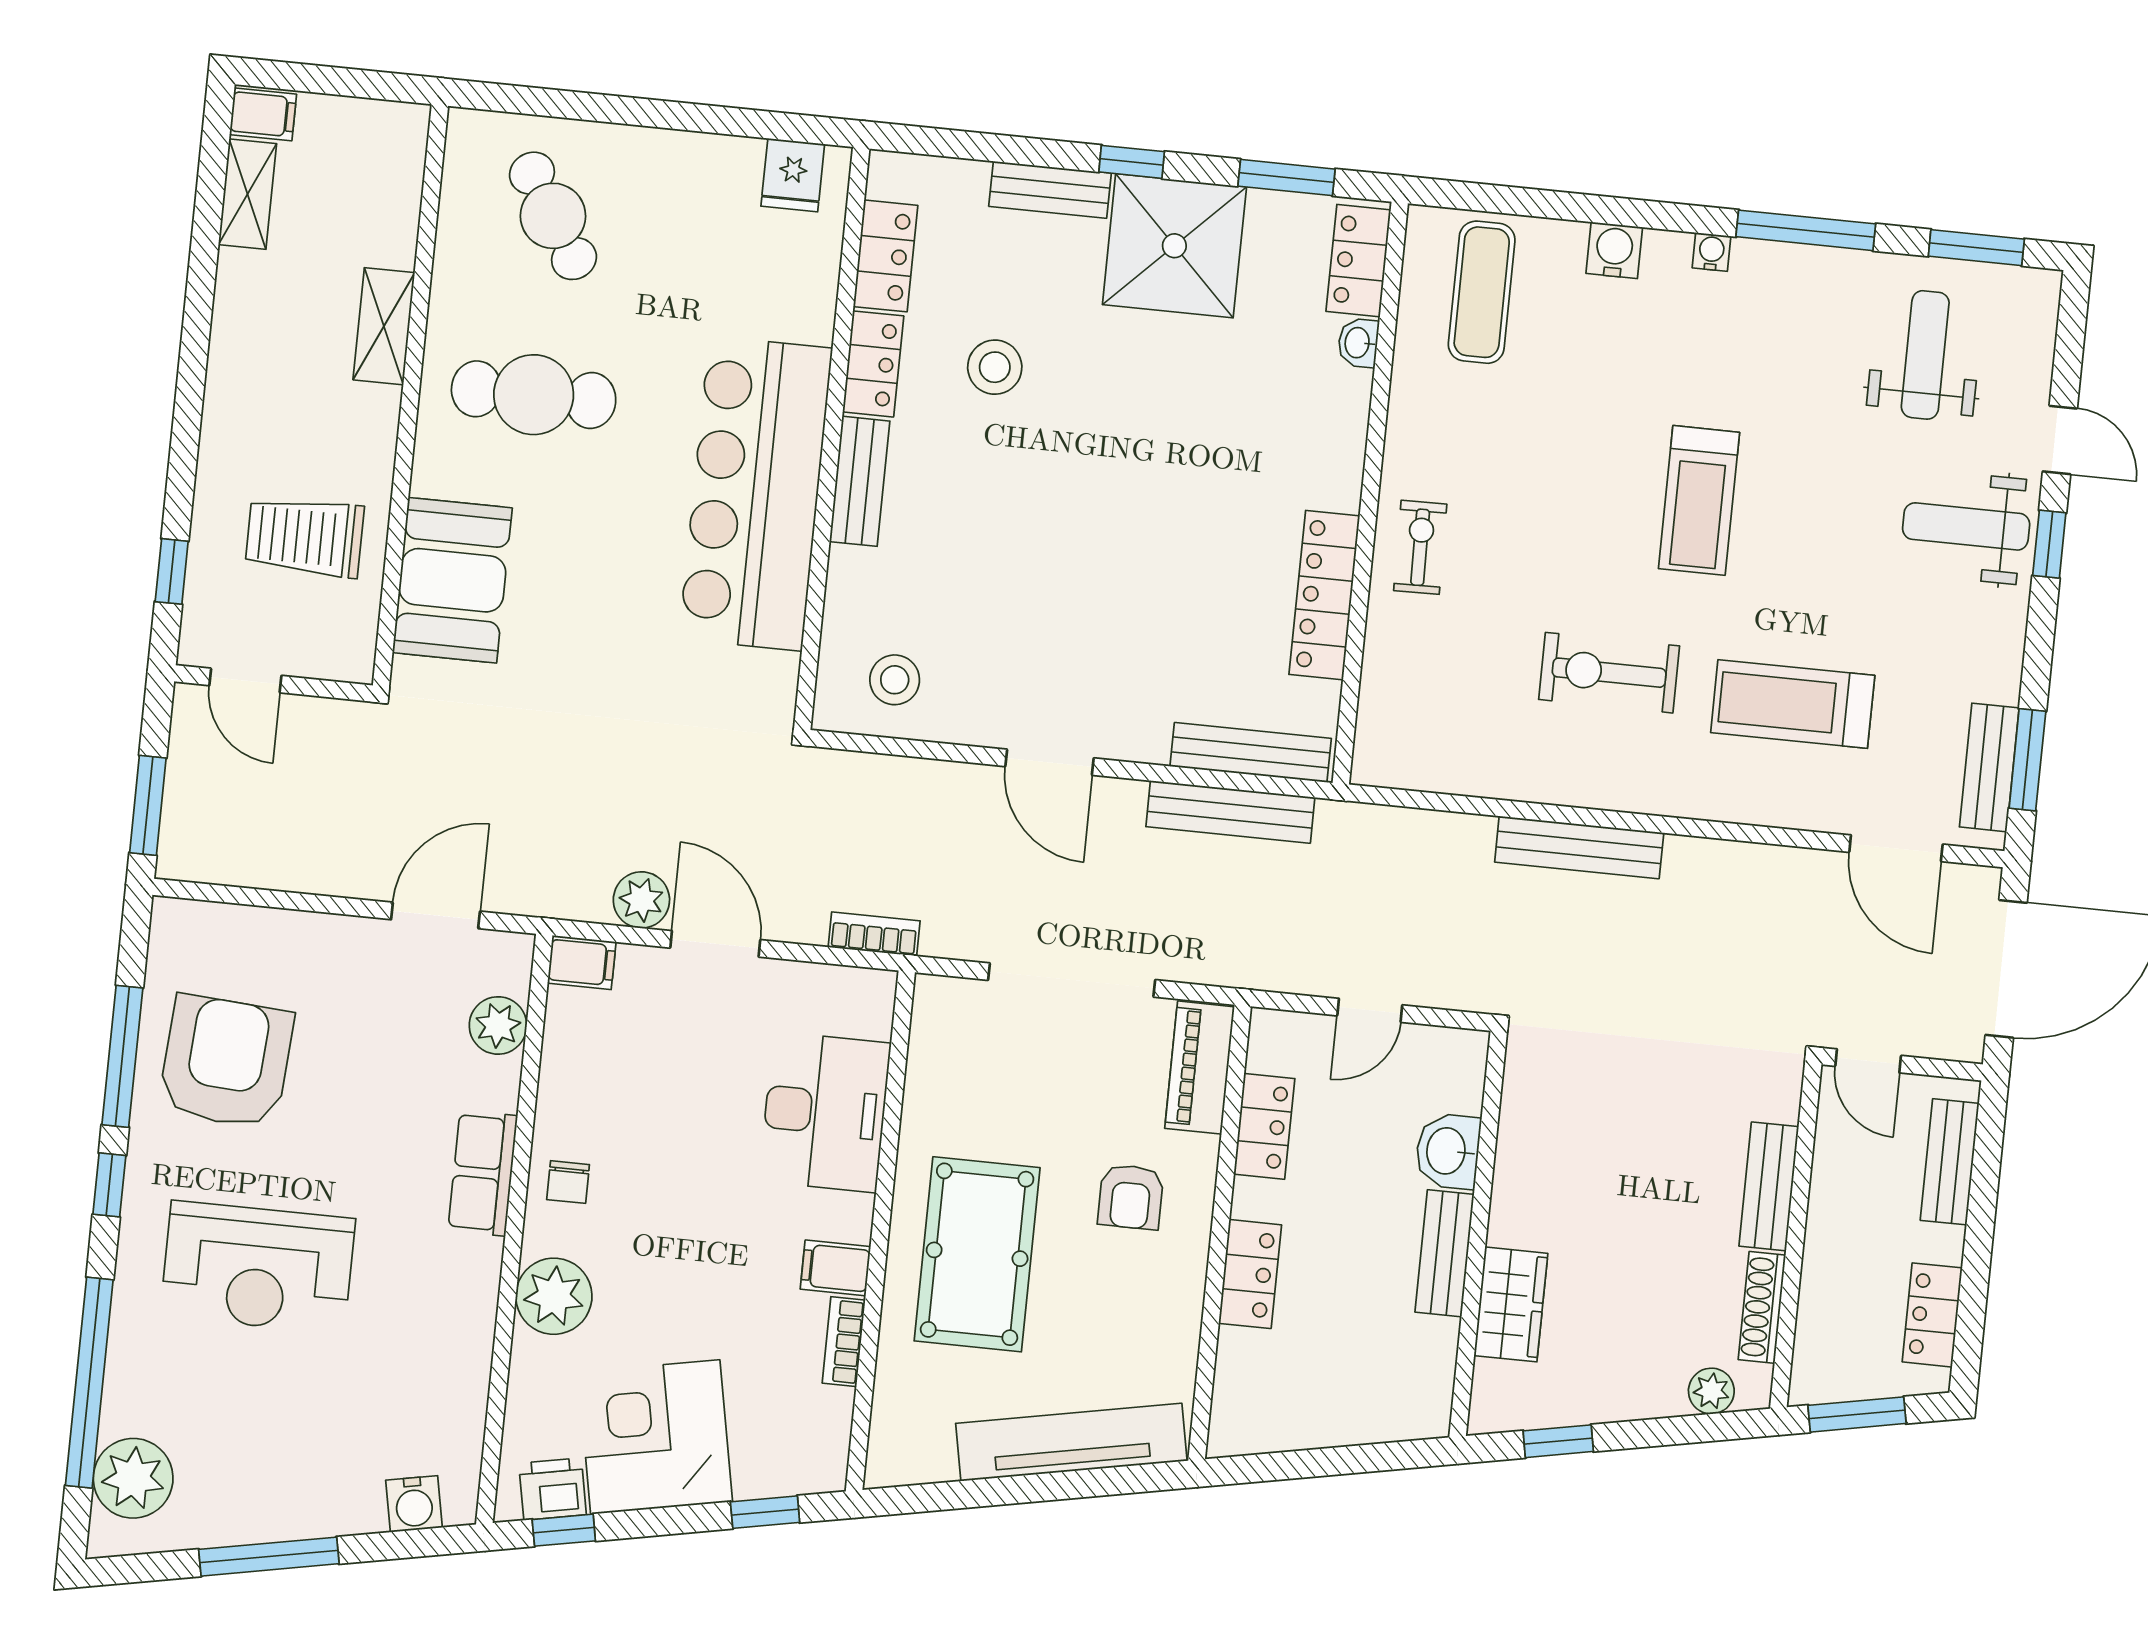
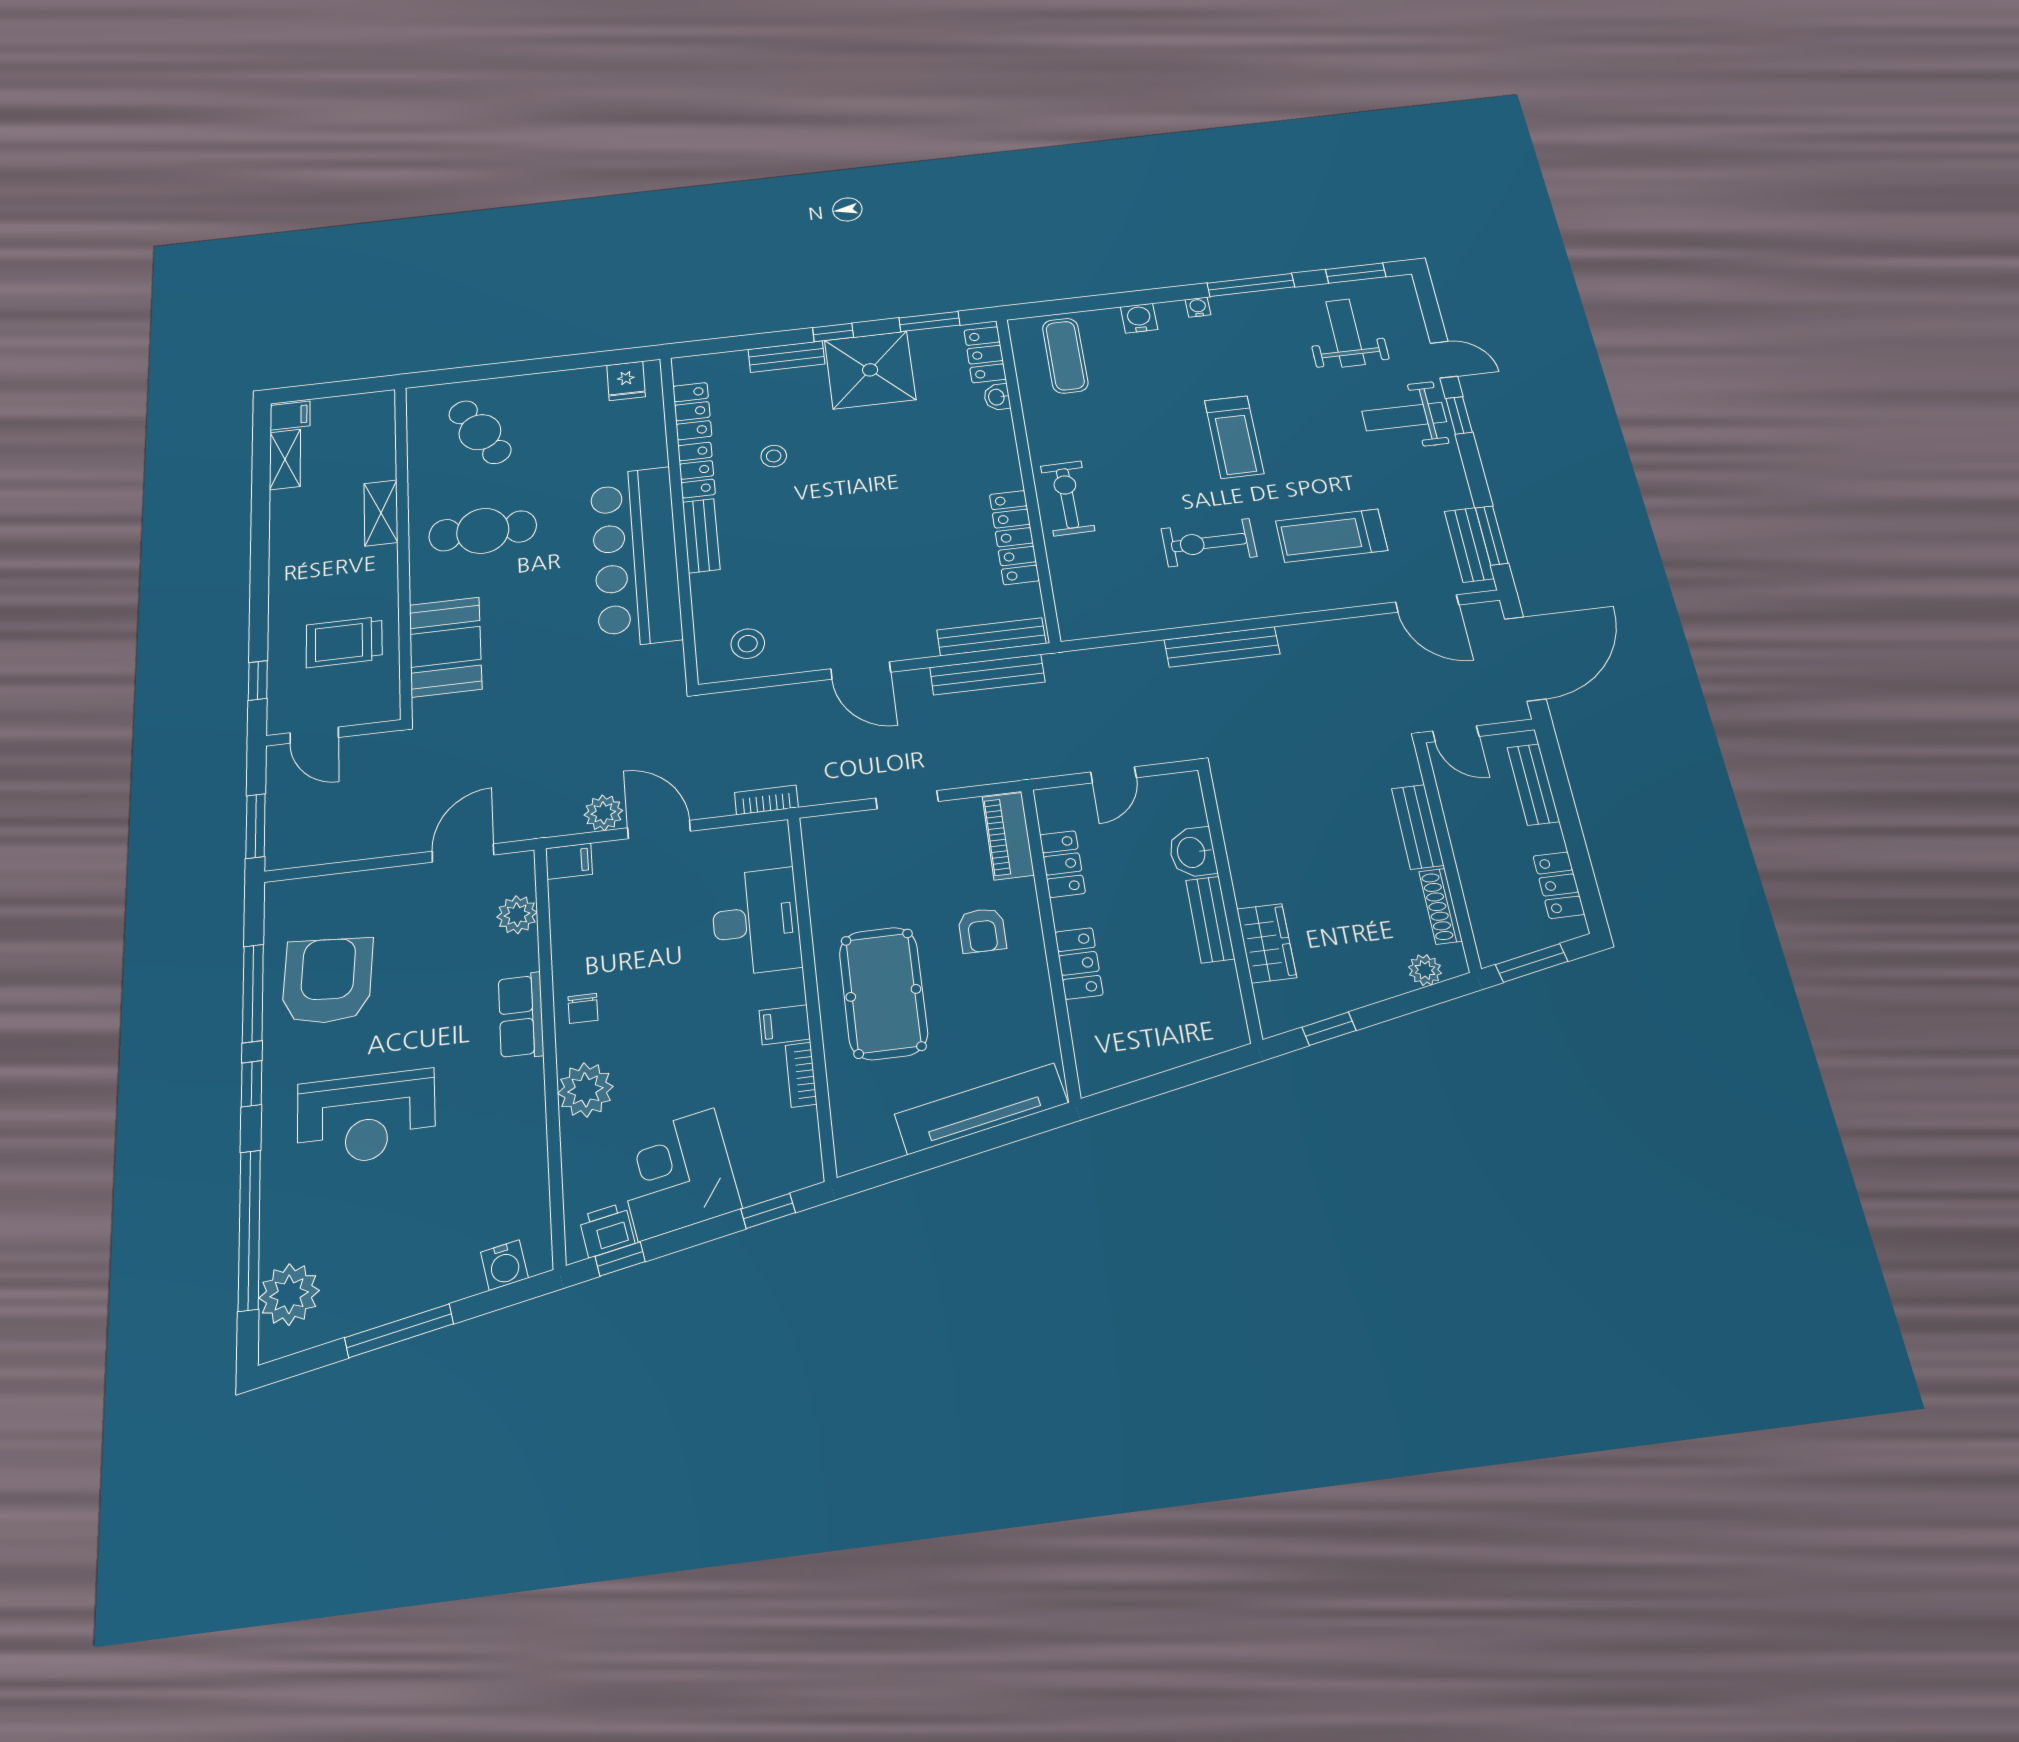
stool: (995, 367) -> (774, 456), width x0.73, depth x0.73
exercise bike: (1420, 547) -> (1068, 498), width x1.38, depth x1.39
doorway: (1072, 980) -> (907, 800), width x0.53

